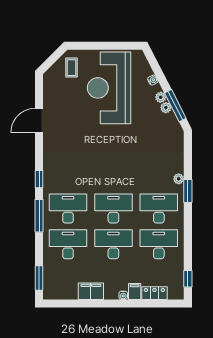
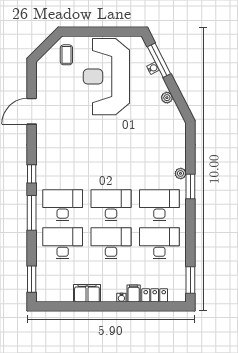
plant: (161, 97) -> (161, 86), removed
window: (175, 106) -> (159, 60), moved
window: (188, 279) -> (190, 280), width x1.50

